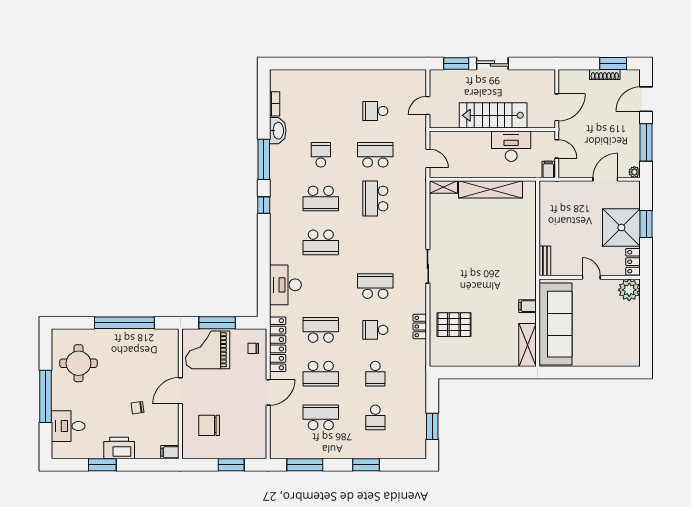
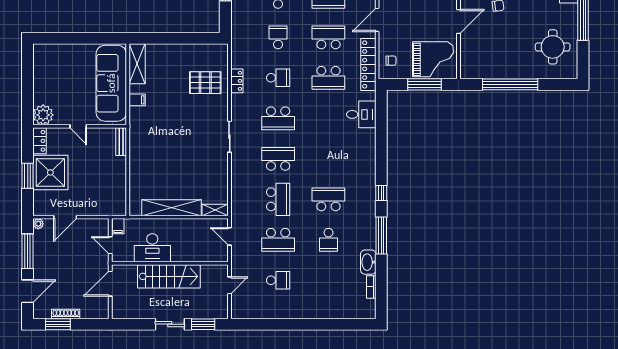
school desk: (321, 242) -> (278, 159), moved
desk: (285, 285) -> (361, 114), width x0.73

